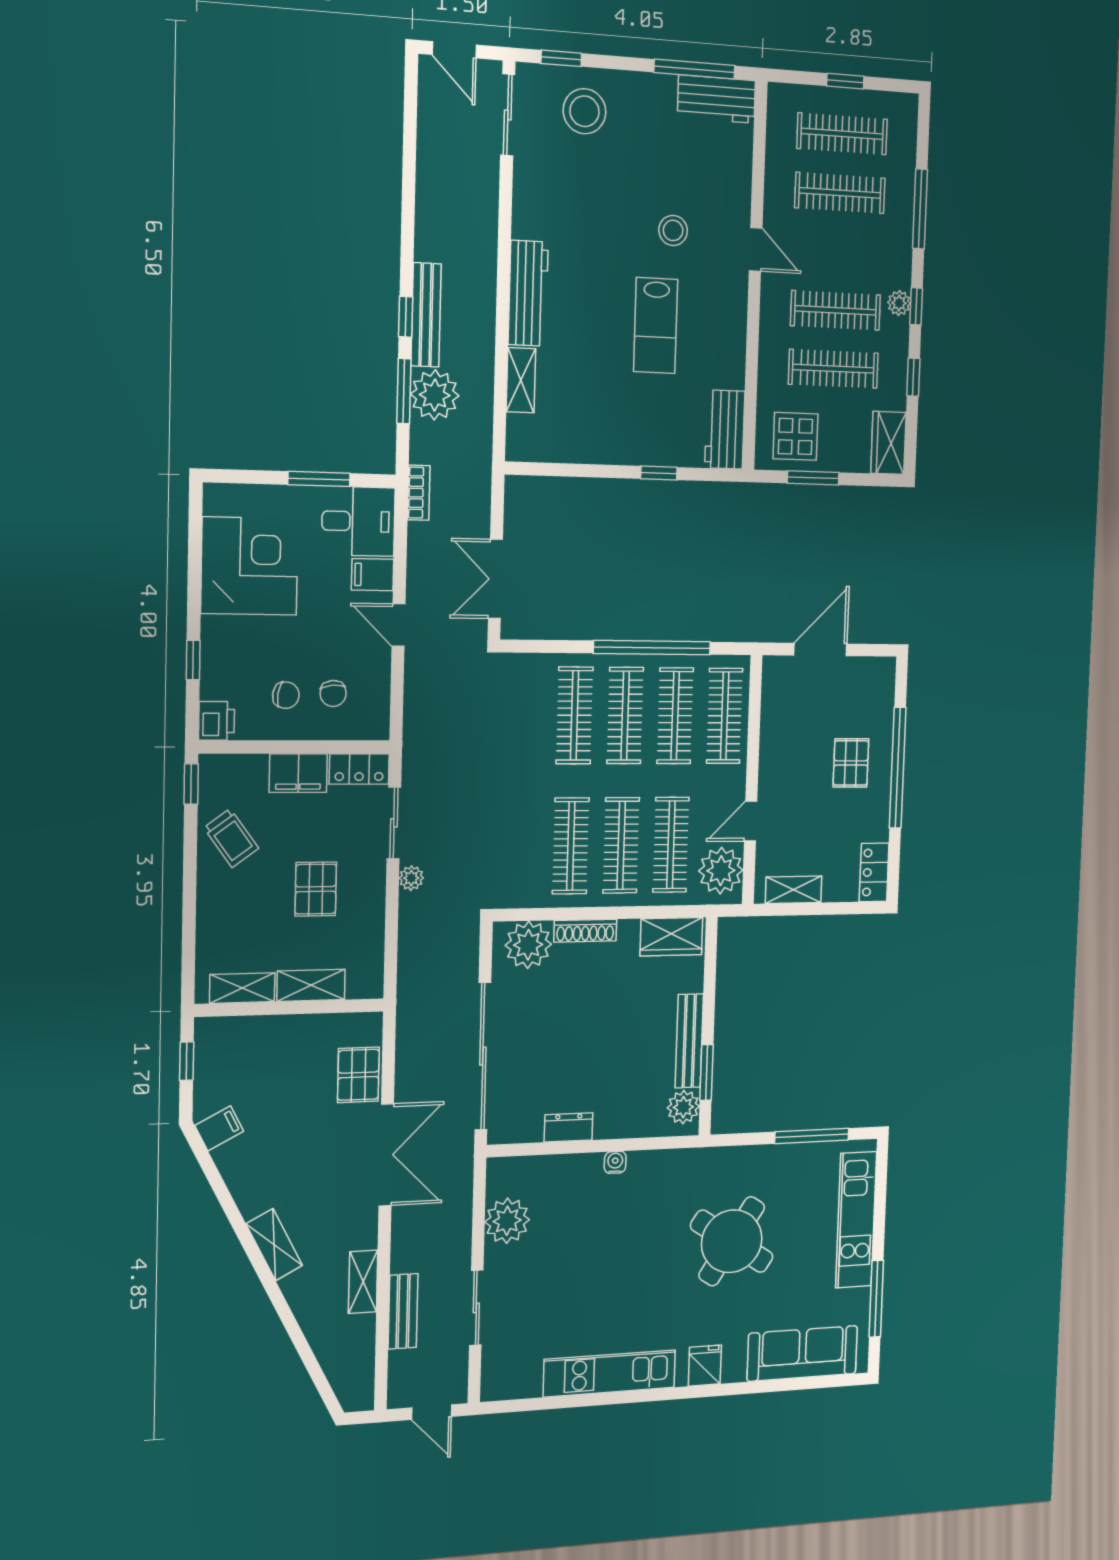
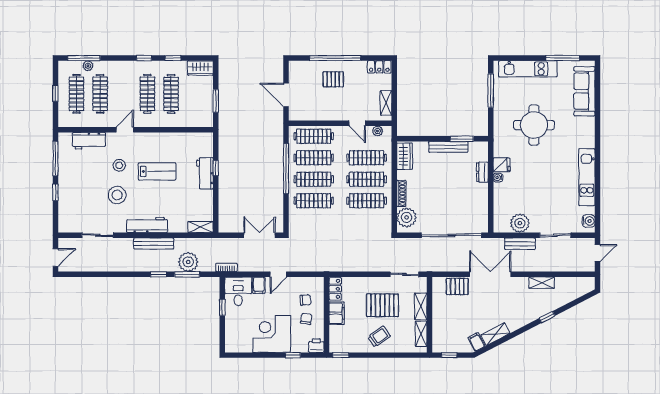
window: (561, 58) -> (55, 192), moved
workbench: (717, 99) -> (89, 141), moved, turned 90
stool: (584, 111) -> (117, 195), moved
sliding door: (508, 115) -> (98, 235), moved
window: (920, 209) -> (84, 58), moved
plant: (899, 303) -> (88, 66), moved
bench: (426, 315) -> (154, 243), moved
shelving: (521, 380) -> (200, 227), moved
workbench: (725, 430) -> (205, 173), moved, turned 90
display table: (795, 436) -> (199, 109), removed
window: (319, 479) -> (222, 307), width x0.67
corner desk: (249, 566) -> (272, 334), moved
double door: (495, 579) -> (260, 235), swing flipped
sliding door: (394, 823) -> (405, 274), moved
trolley: (231, 838) -> (379, 337), moved
plant: (721, 871) -> (378, 131), width x0.53, depth x0.53
plant: (411, 878) -> (379, 267), removed
pallet: (316, 889) -> (382, 305), width x1.50, depth x1.42
plant: (683, 1107) -> (476, 149), removed
dresser: (568, 1127) -> (482, 172), moved
round table: (732, 1241) -> (534, 125), turned -33
shelving: (274, 1245) -> (495, 334), moved
window: (278, 1300) -> (547, 317), added
bench: (403, 1311) -> (520, 244), moved
fridge: (705, 1366) -> (502, 165), moved, turned 180
water cooler: (508, 1385) -> (589, 221), added

